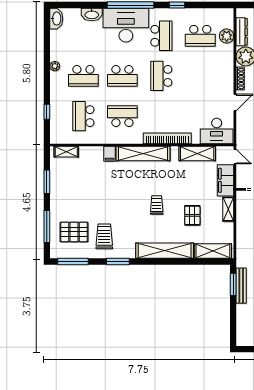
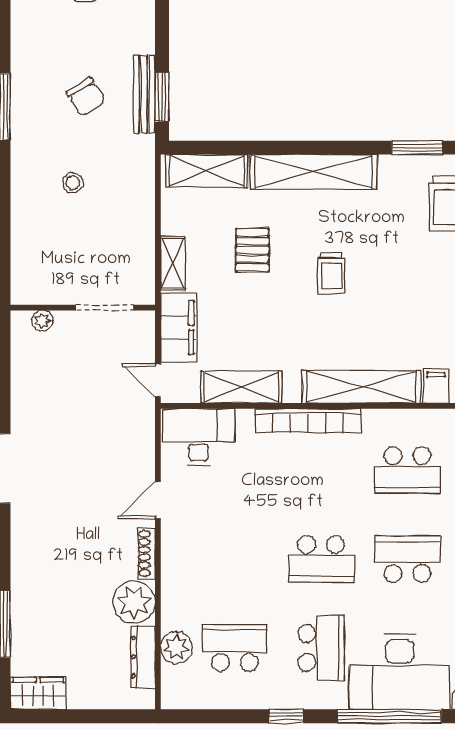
school desk: (161, 36) -> (321, 648), turned 180
school desk: (161, 76) -> (321, 559), turned 90

